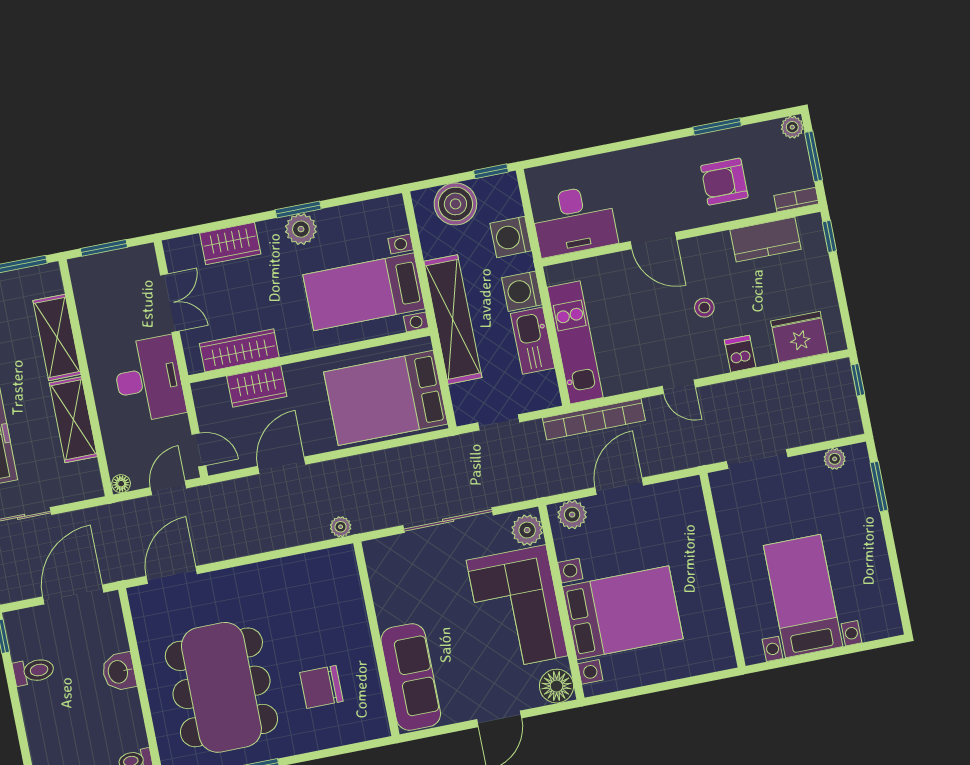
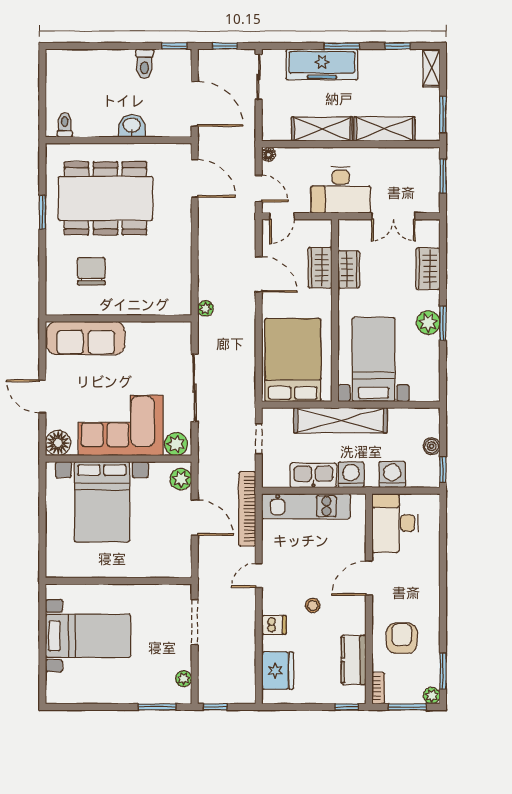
window: (717, 126) -> (443, 671), moved
boiler: (455, 204) -> (432, 446), width x0.54, depth x0.54
wardrobe: (239, 350) -> (349, 269), width x0.67
window: (858, 380) -> (215, 707), moved

